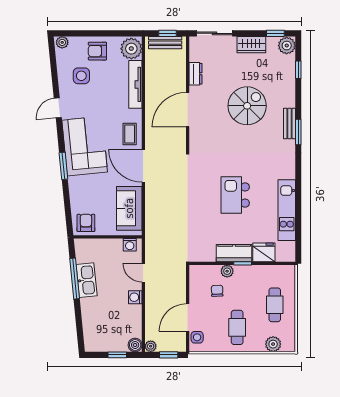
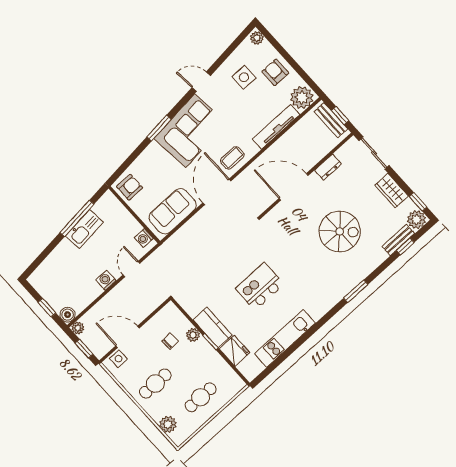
bench: (289, 124) -> (398, 240), moved

